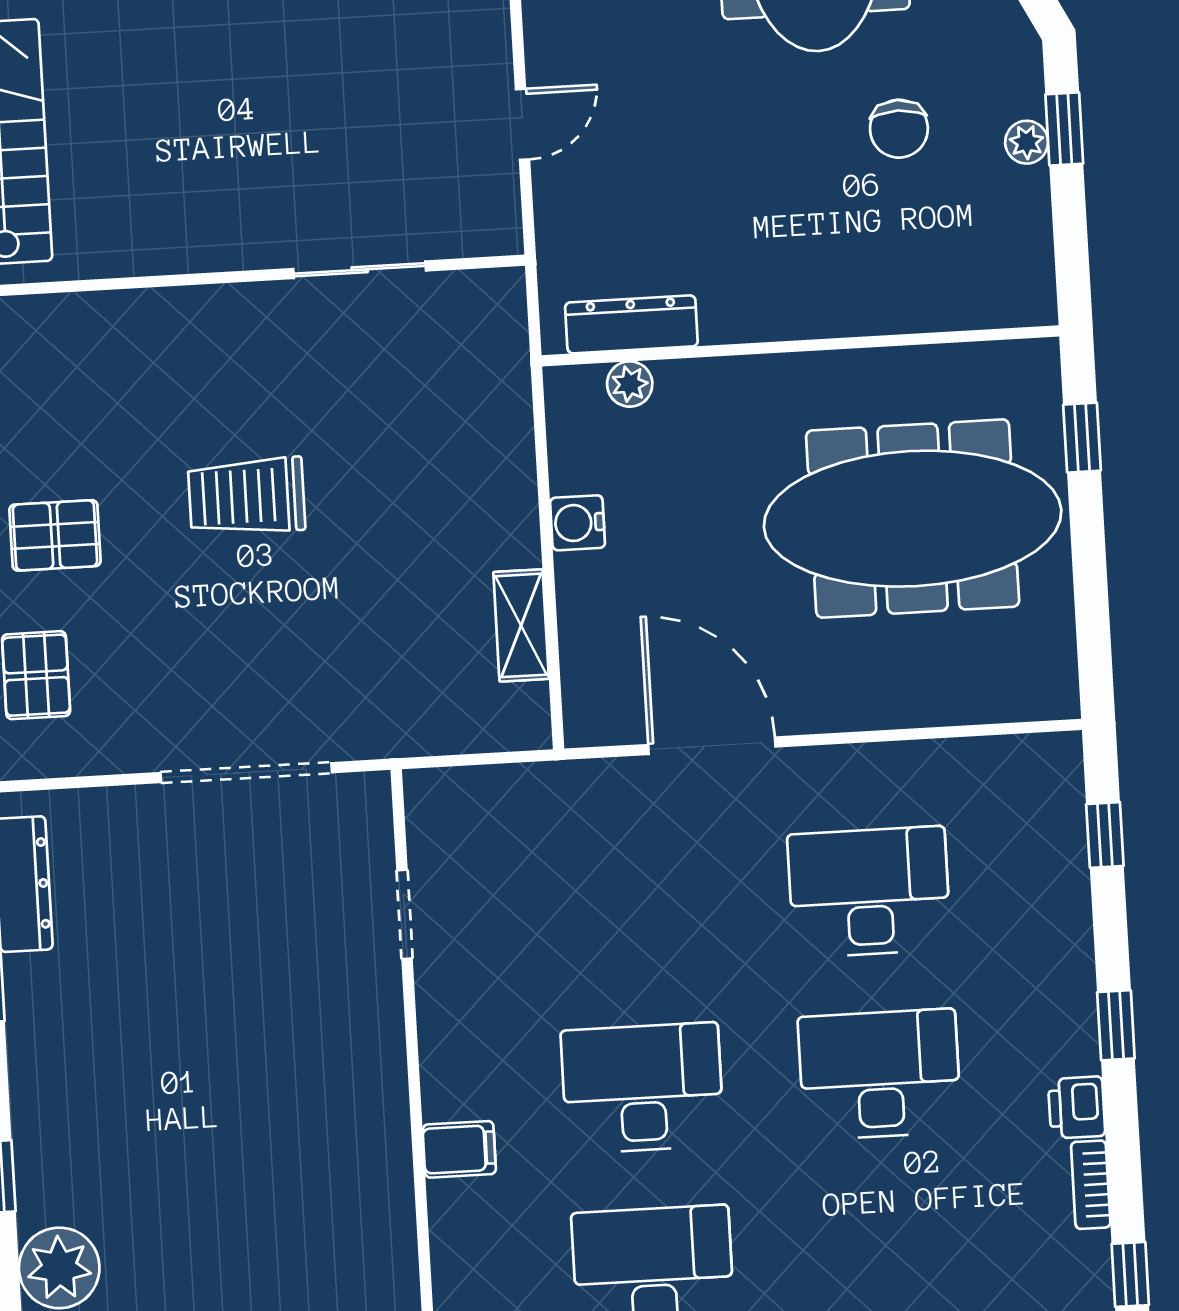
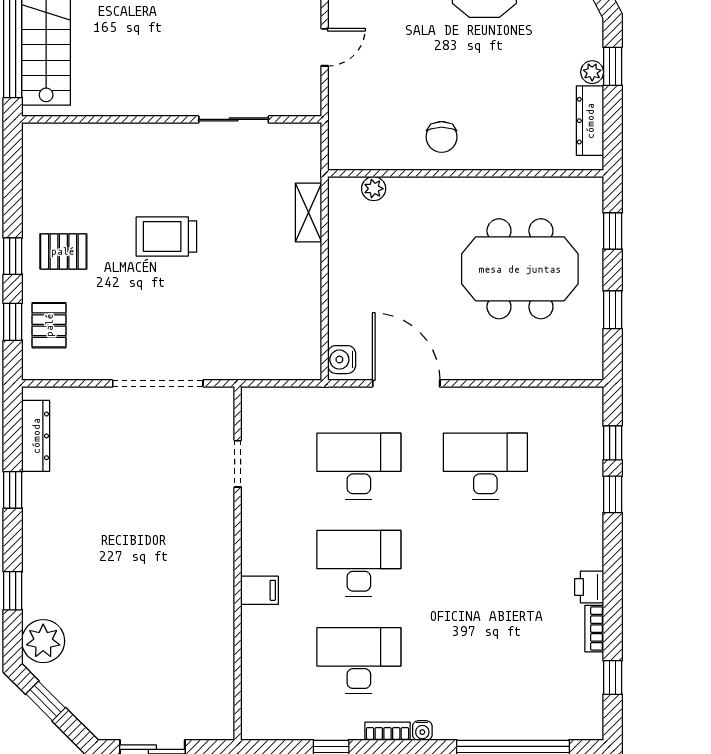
chair: (899, 129) -> (442, 137), moved
dresser: (631, 324) -> (590, 121), moved, turned -90
meeting table: (913, 519) -> (520, 269), width x0.73
water cooler: (578, 523) -> (342, 360), moved
window: (1091, 585) -> (613, 310), added
shelving: (521, 625) -> (308, 212), moved
window: (1116, 1025) -> (613, 494), moved
desk: (880, 1074) -> (359, 466), moved

